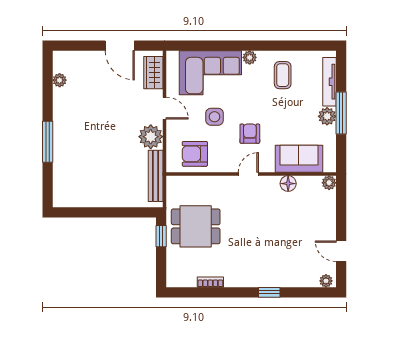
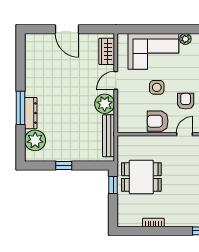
door: (120, 46) -> (67, 29), moved
plant: (60, 80) -> (35, 140), moved, width x1.88, depth x1.88
door: (164, 108) -> (116, 80), swing flipped
dresser: (60, 148) -> (31, 113), added
armchair: (195, 154) -> (158, 121), moved
window: (101, 212) -> (64, 165), added

